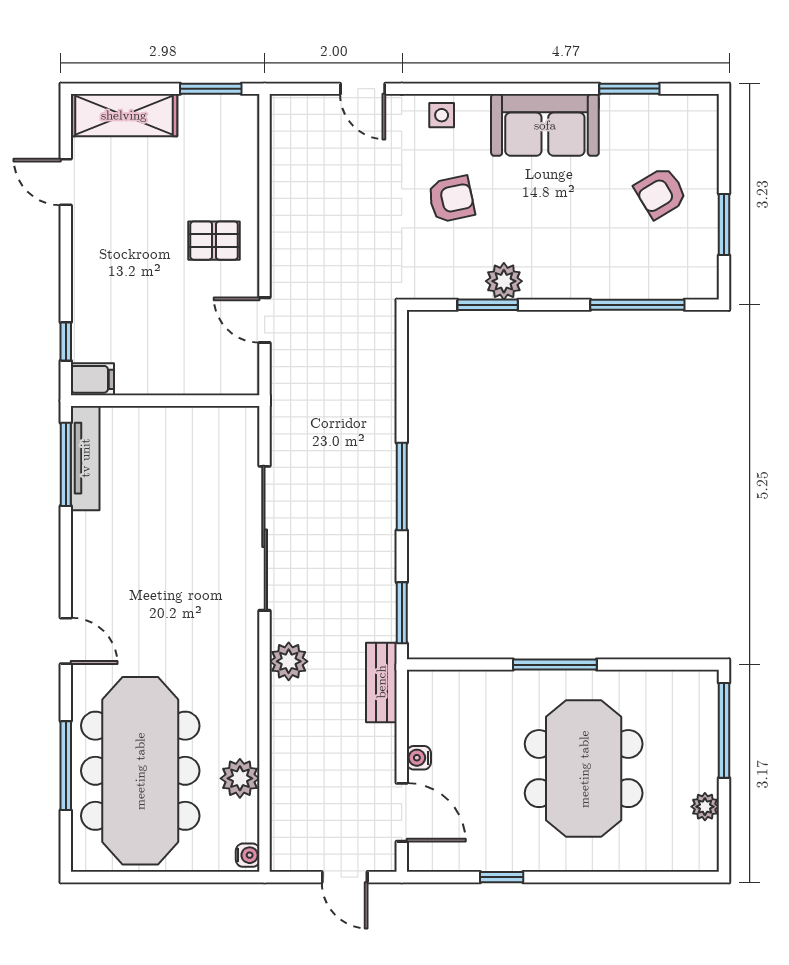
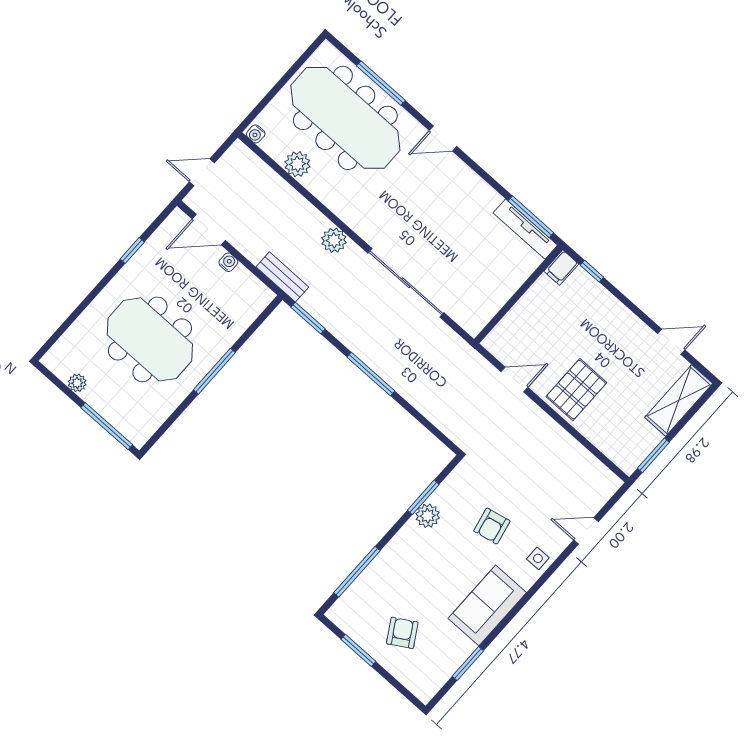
pallet: (214, 241) -> (576, 390), width x1.50, depth x1.42

